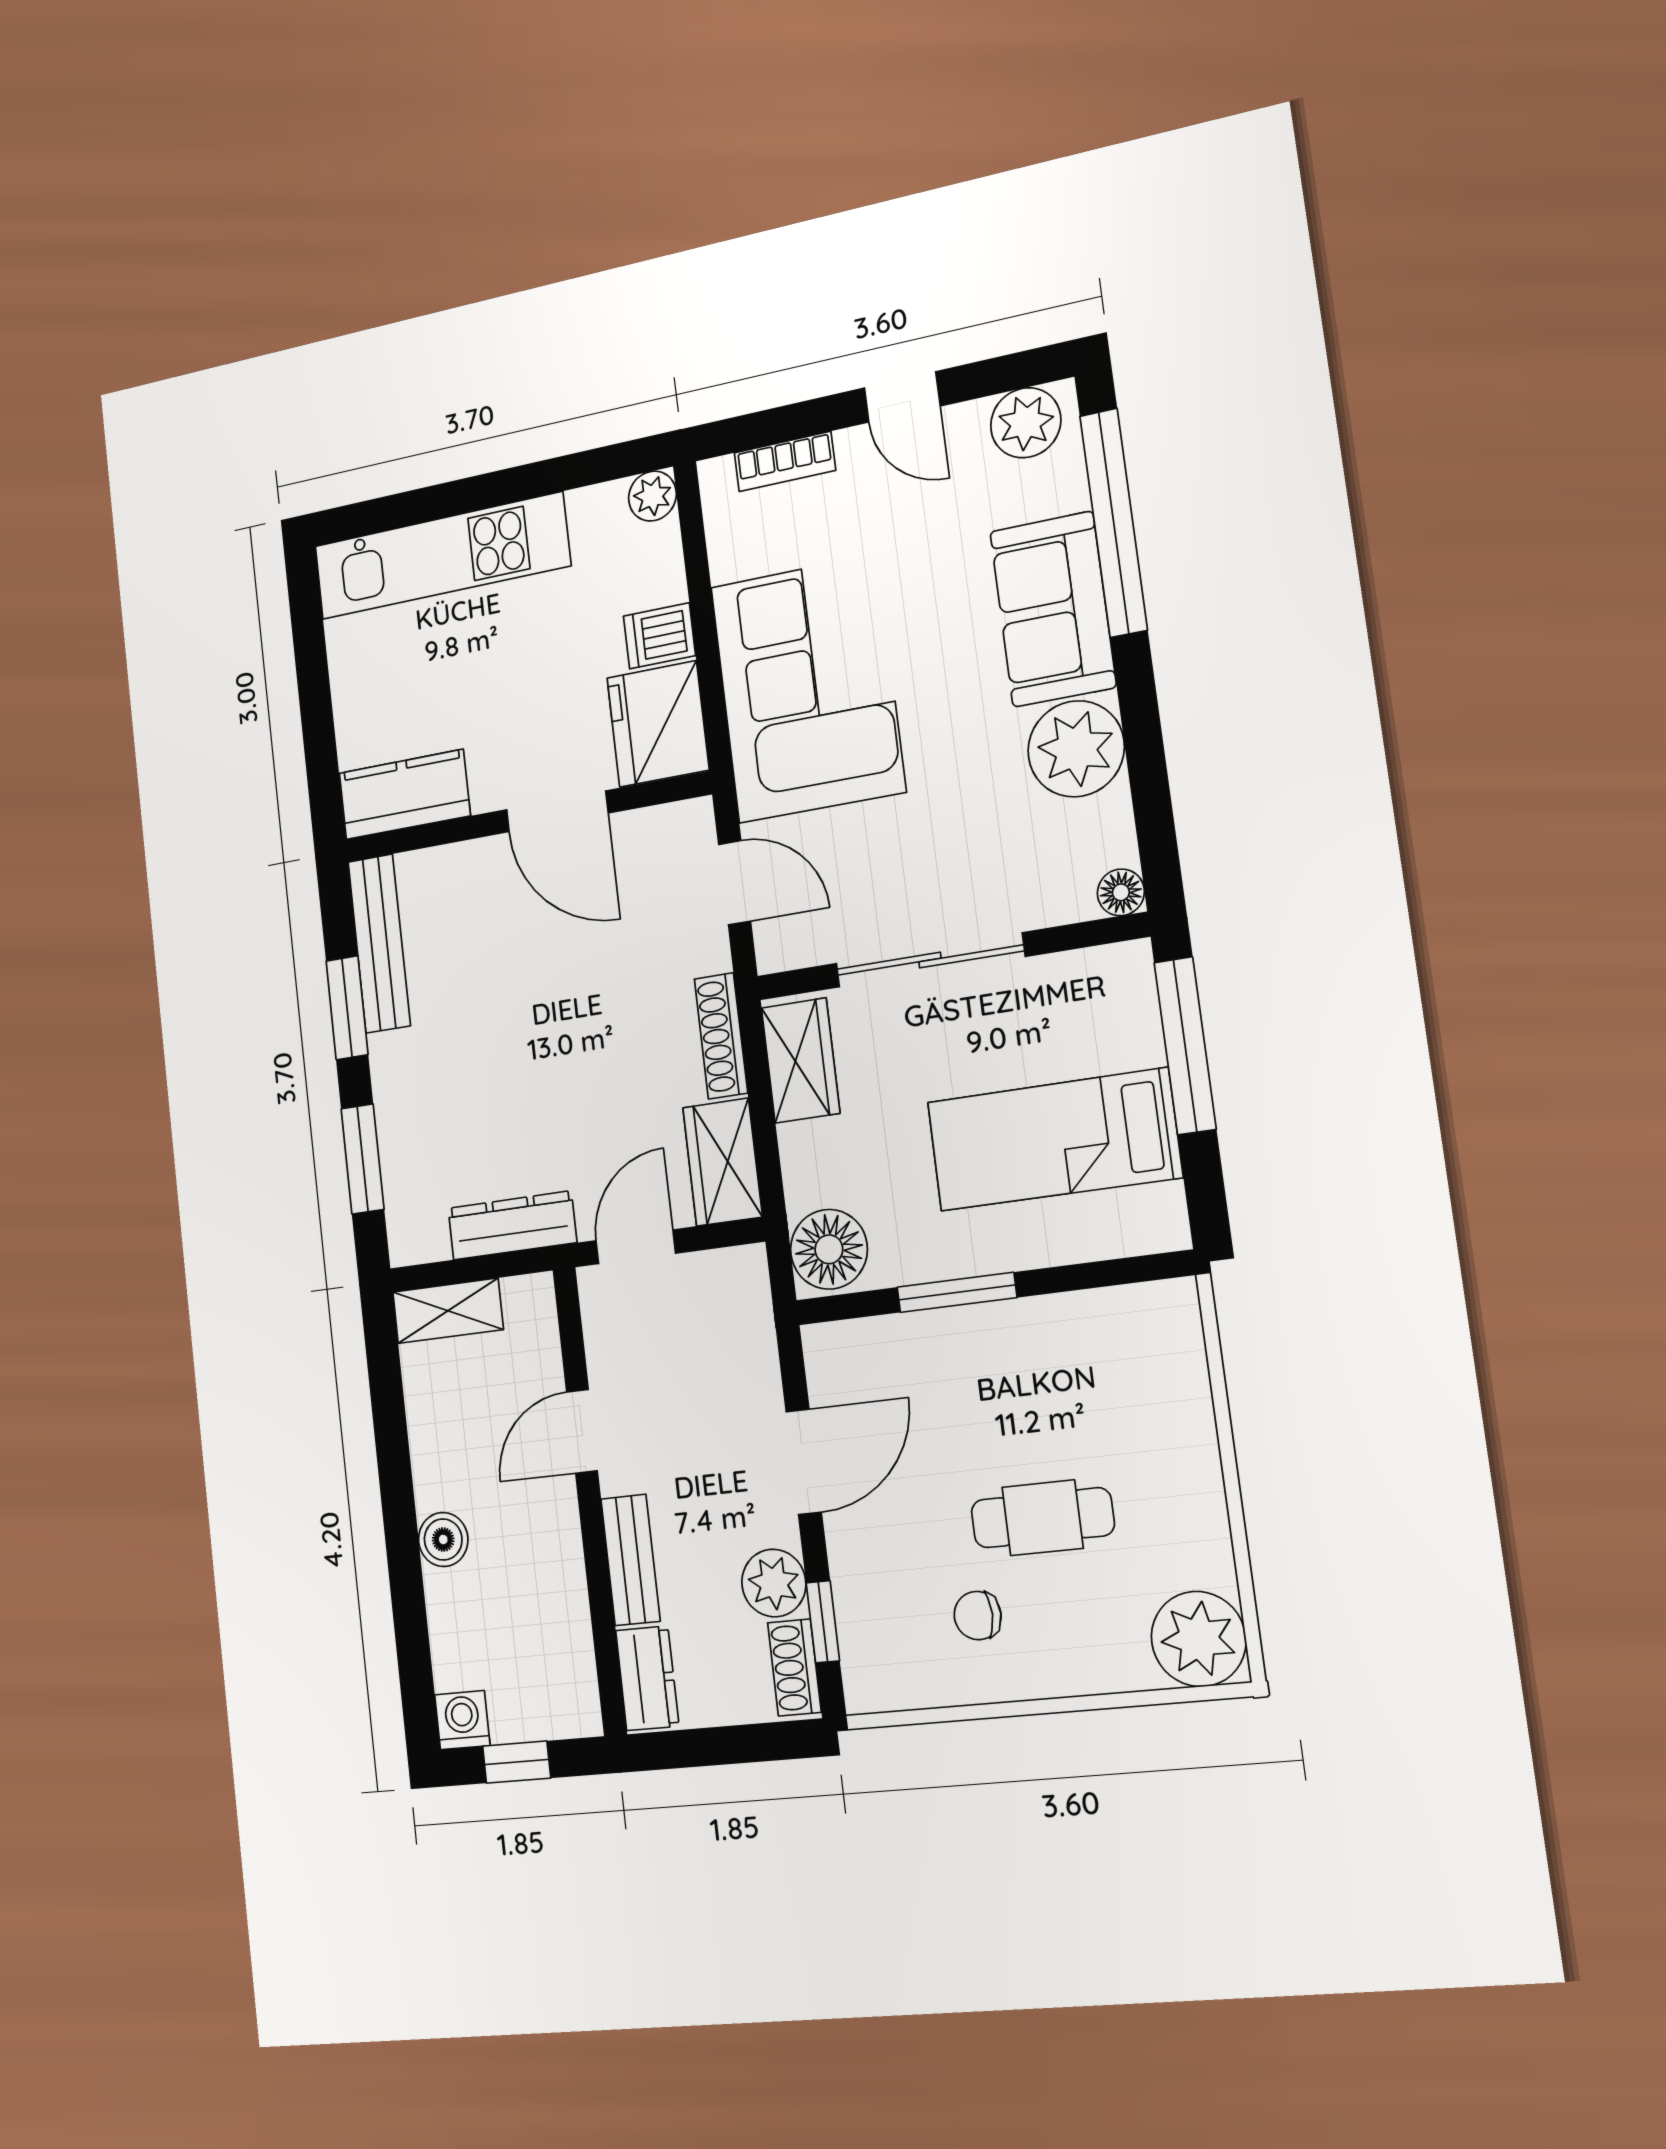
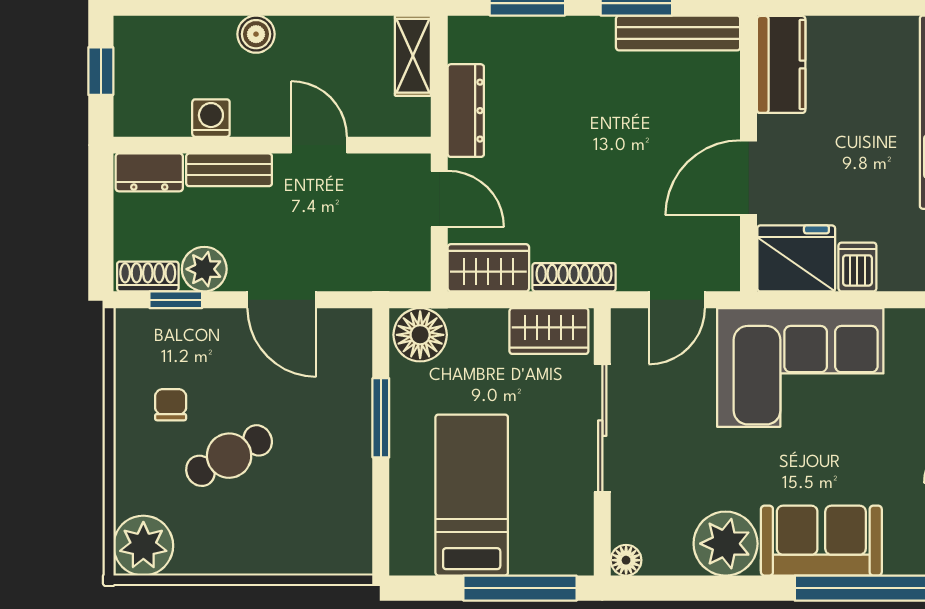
cafe table: (1043, 1518) -> (229, 456), turned 62
washing machine: (462, 1720) -> (211, 118), moved, turned -90

